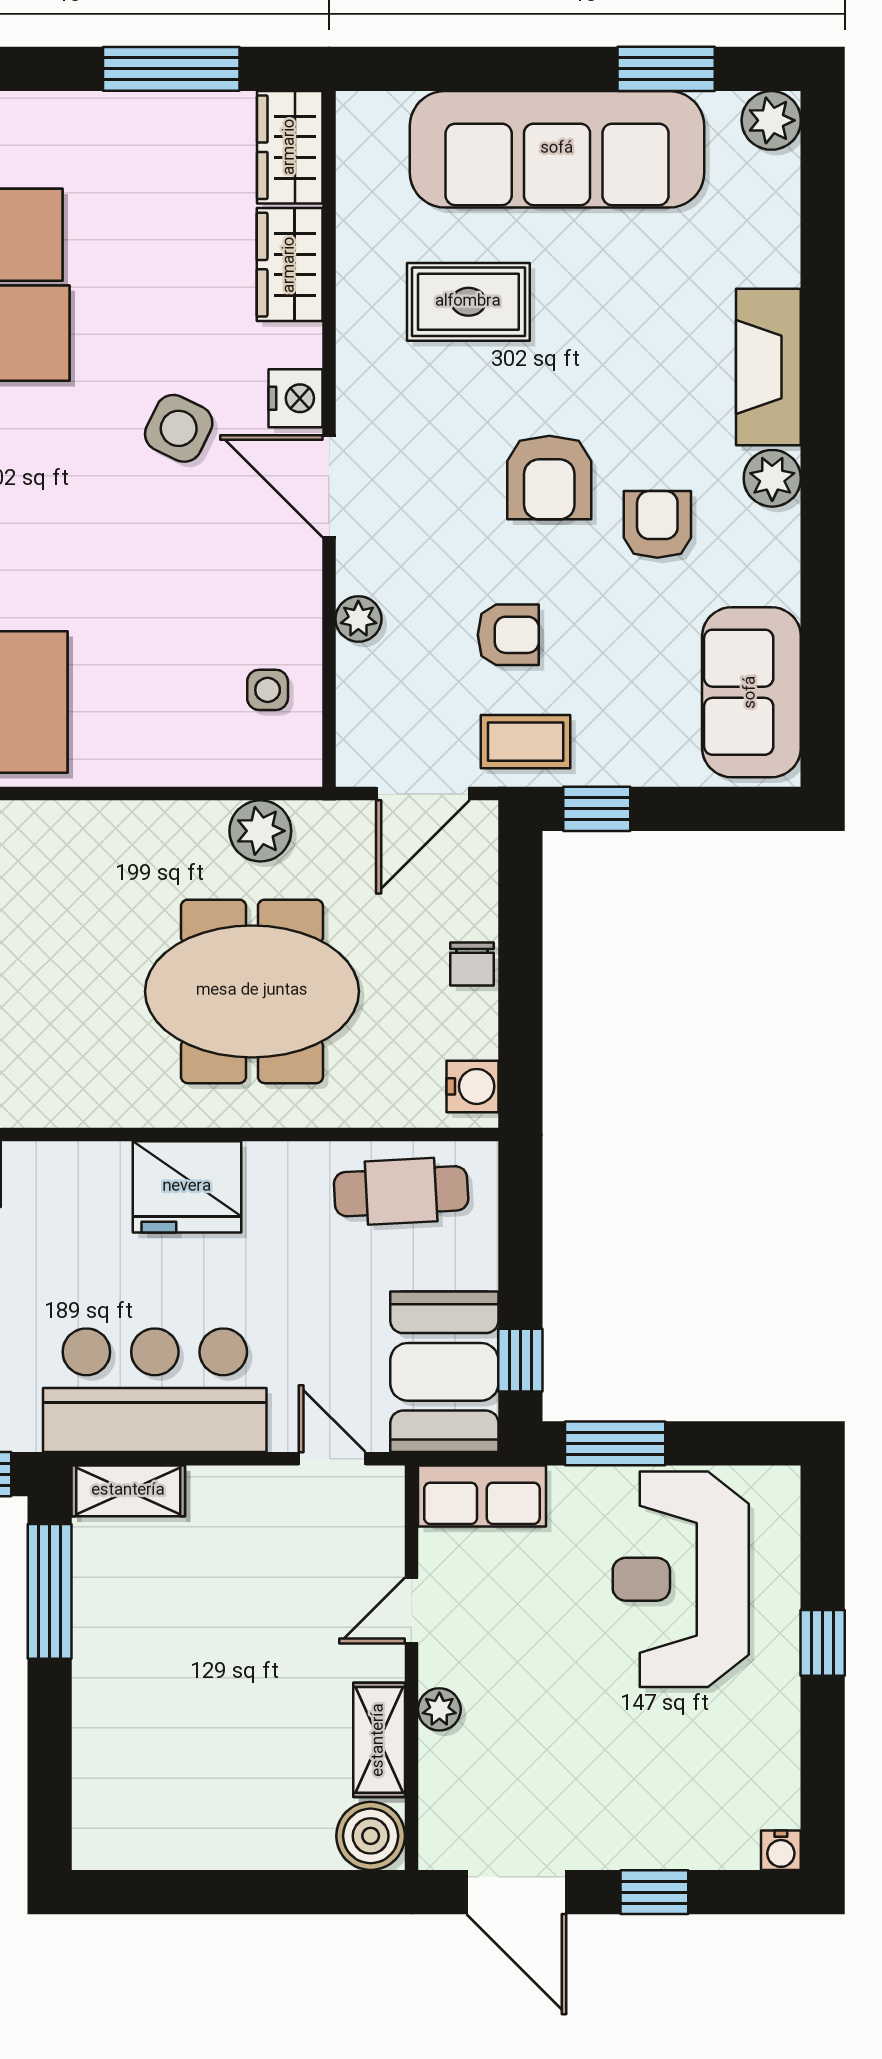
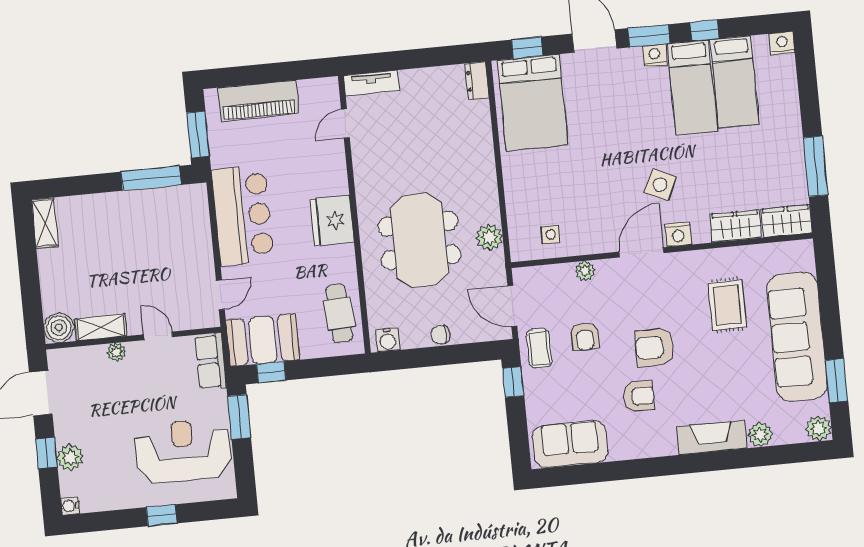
plant: (772, 478) -> (760, 434), moved
shelving: (128, 1491) -> (45, 223), moved
plant: (670, 1839) -> (70, 457), added

